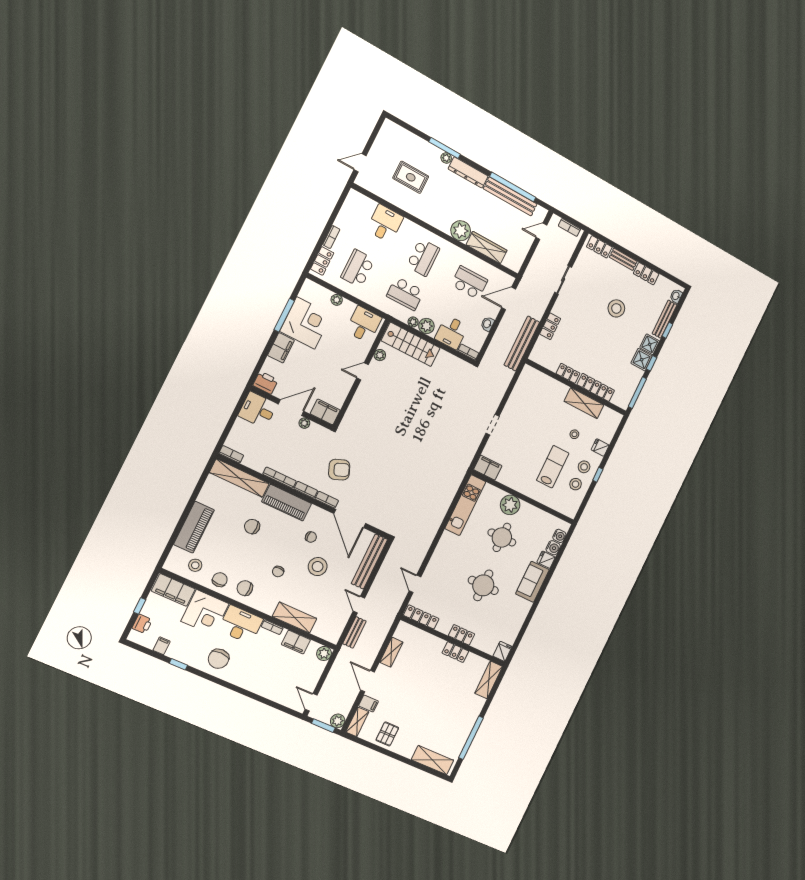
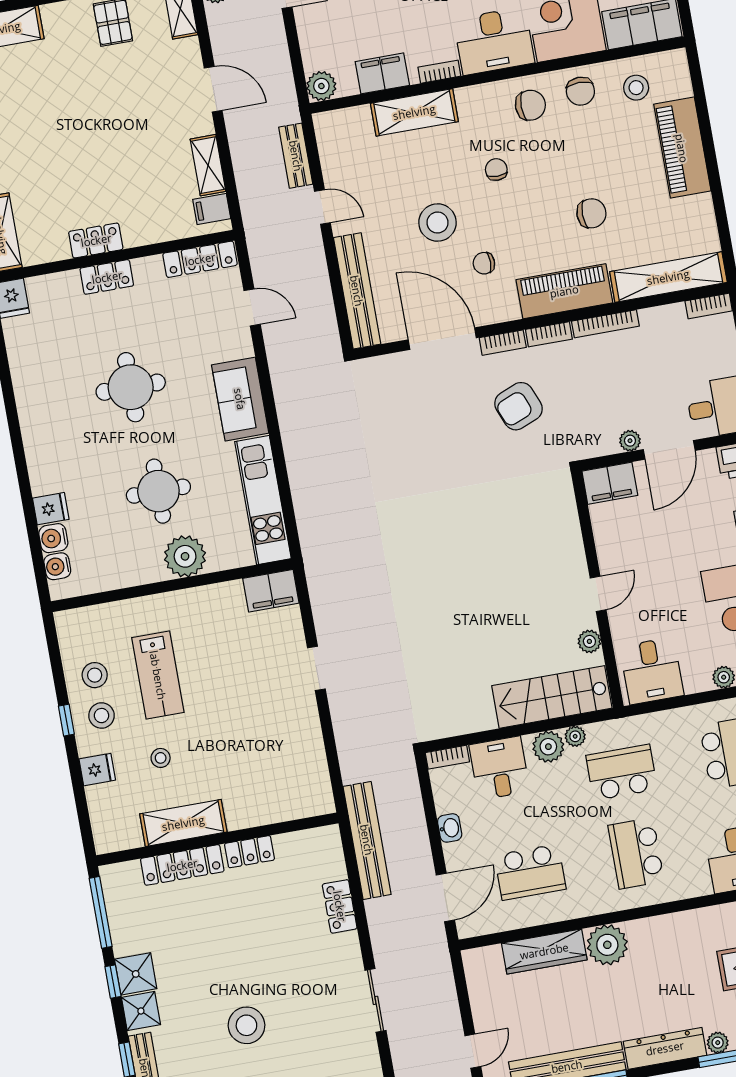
sofa: (532, 582) -> (240, 399), moved, turned 180
filing cabinet: (369, 704) -> (212, 209), moved

